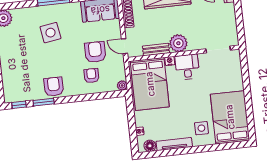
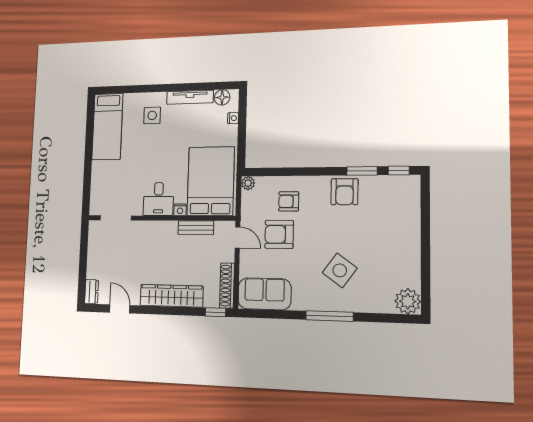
side table: (50, 33) -> (340, 270), turned 45
plant: (178, 43) -> (165, 233), removed
armchair: (95, 52) -> (279, 234), turned 90
armchair: (91, 76) -> (289, 201), turned 90
bed: (230, 117) -> (107, 127), width x0.67

